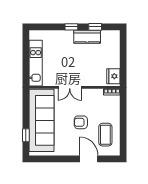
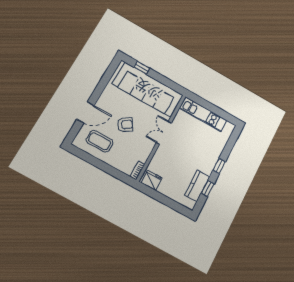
kitchen counter: (87, 37) -> (197, 186), moved
armchair: (81, 122) -> (125, 125), turned 57

